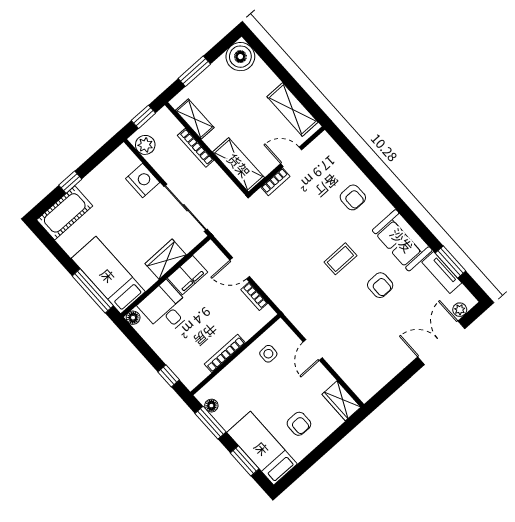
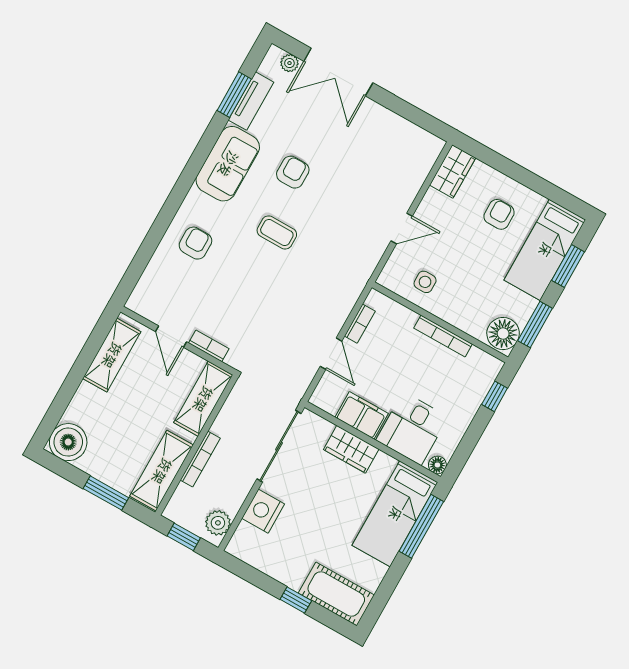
shelving: (195, 119) -> (162, 471), width x1.50, depth x1.33
floor lamp: (211, 406) -> (503, 334), width x1.89, depth x1.89

